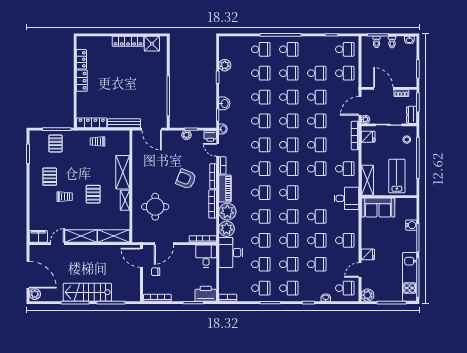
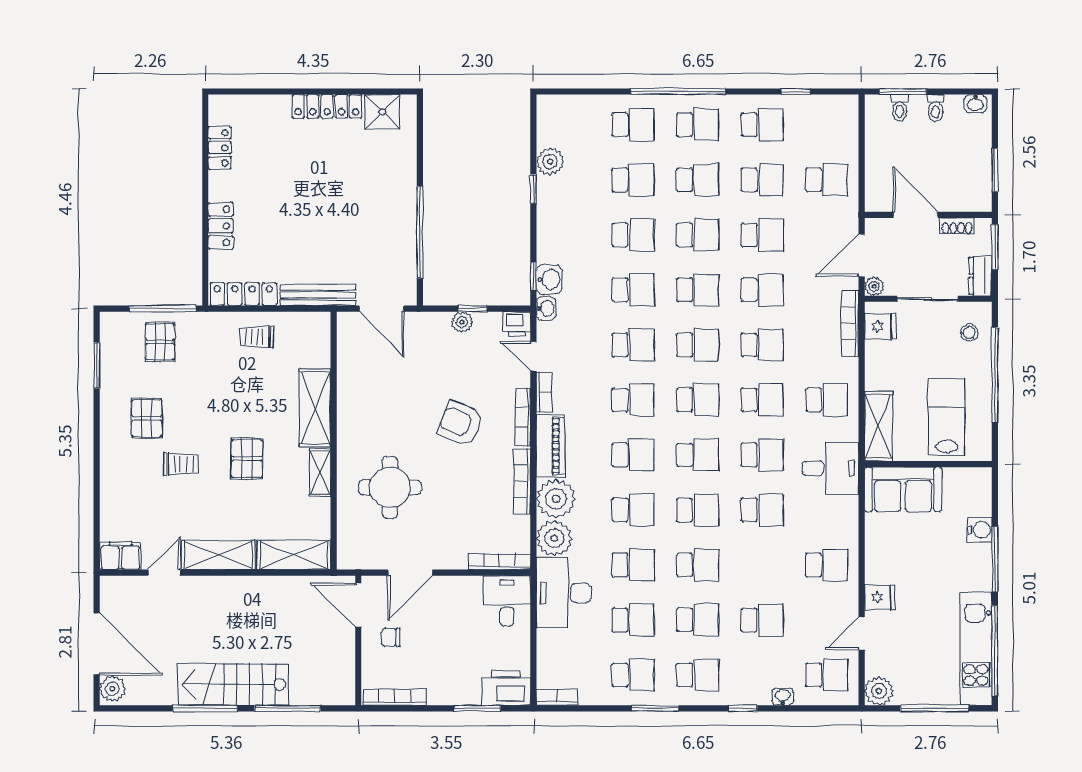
school desk: (345, 49) -> (762, 125), moved
locker: (82, 81) -> (221, 226), moved
washbasin: (224, 103) -> (549, 280), moved
school desk: (317, 240) -> (762, 455), moved

